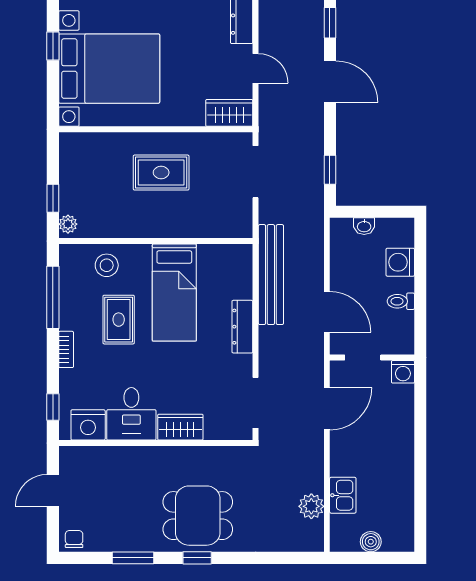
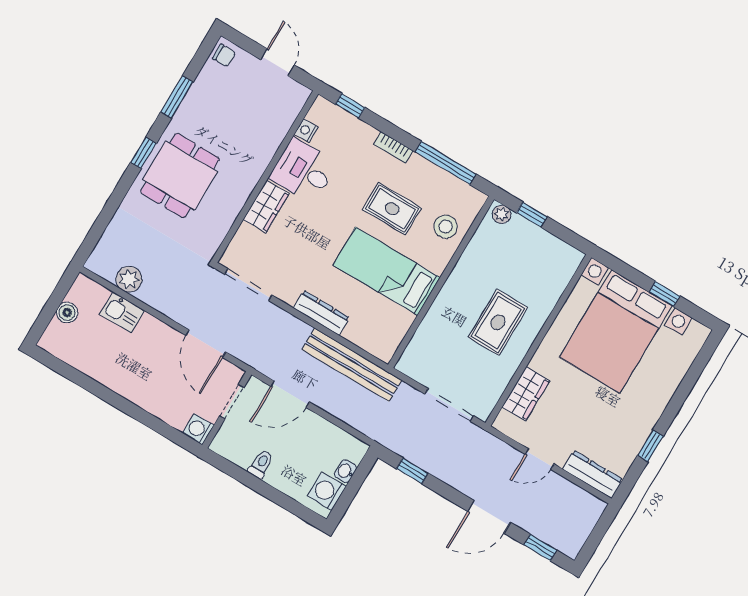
wardrobe: (229, 113) -> (526, 394), moved
washing machine: (400, 262) -> (327, 491), moved, turned -90
nightstand: (88, 425) -> (306, 131), width x0.53, depth x0.56

